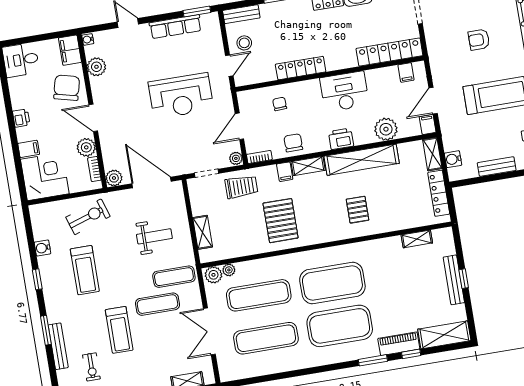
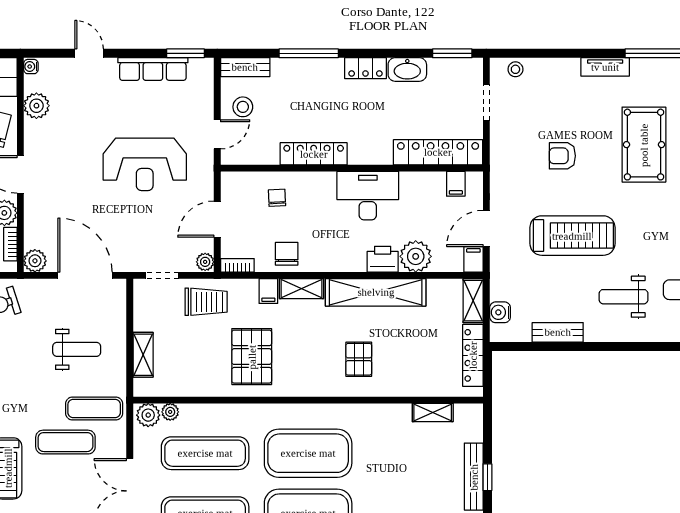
printer: (341, 139) -> (383, 259), moved

